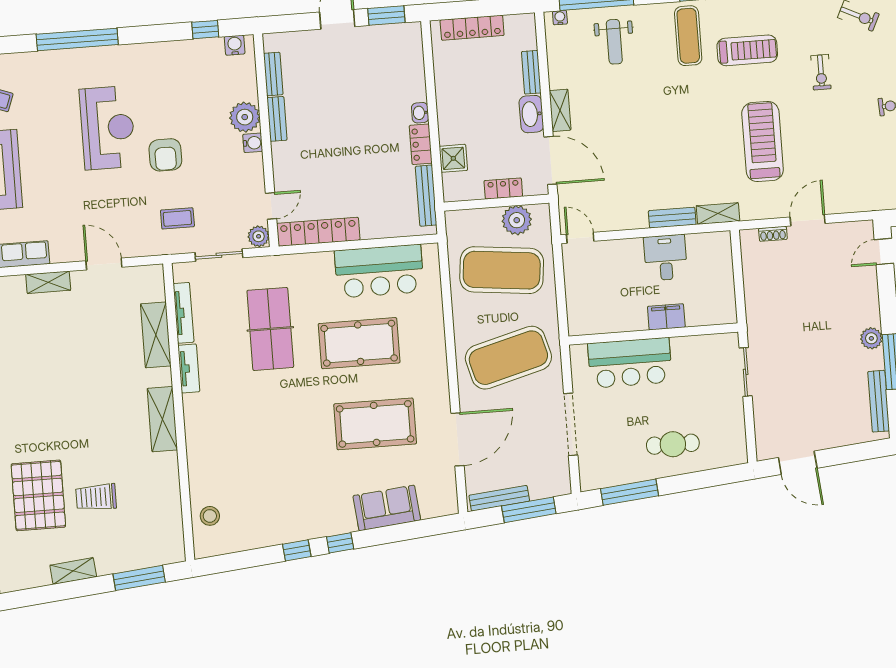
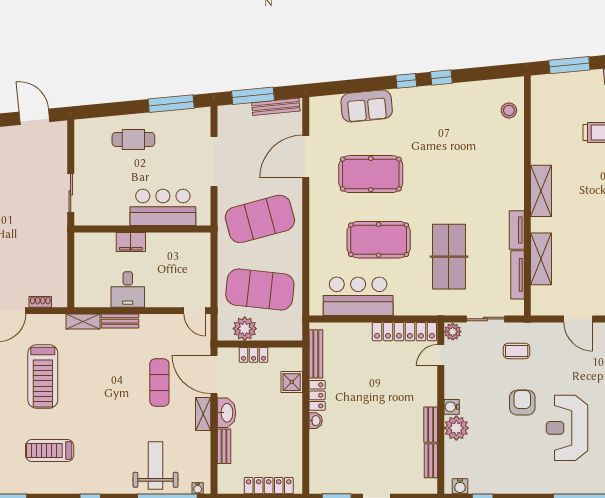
exercise mat: (688, 36) -> (159, 383), moved
weight bench: (614, 42) -> (156, 466), width x1.36, depth x1.33

